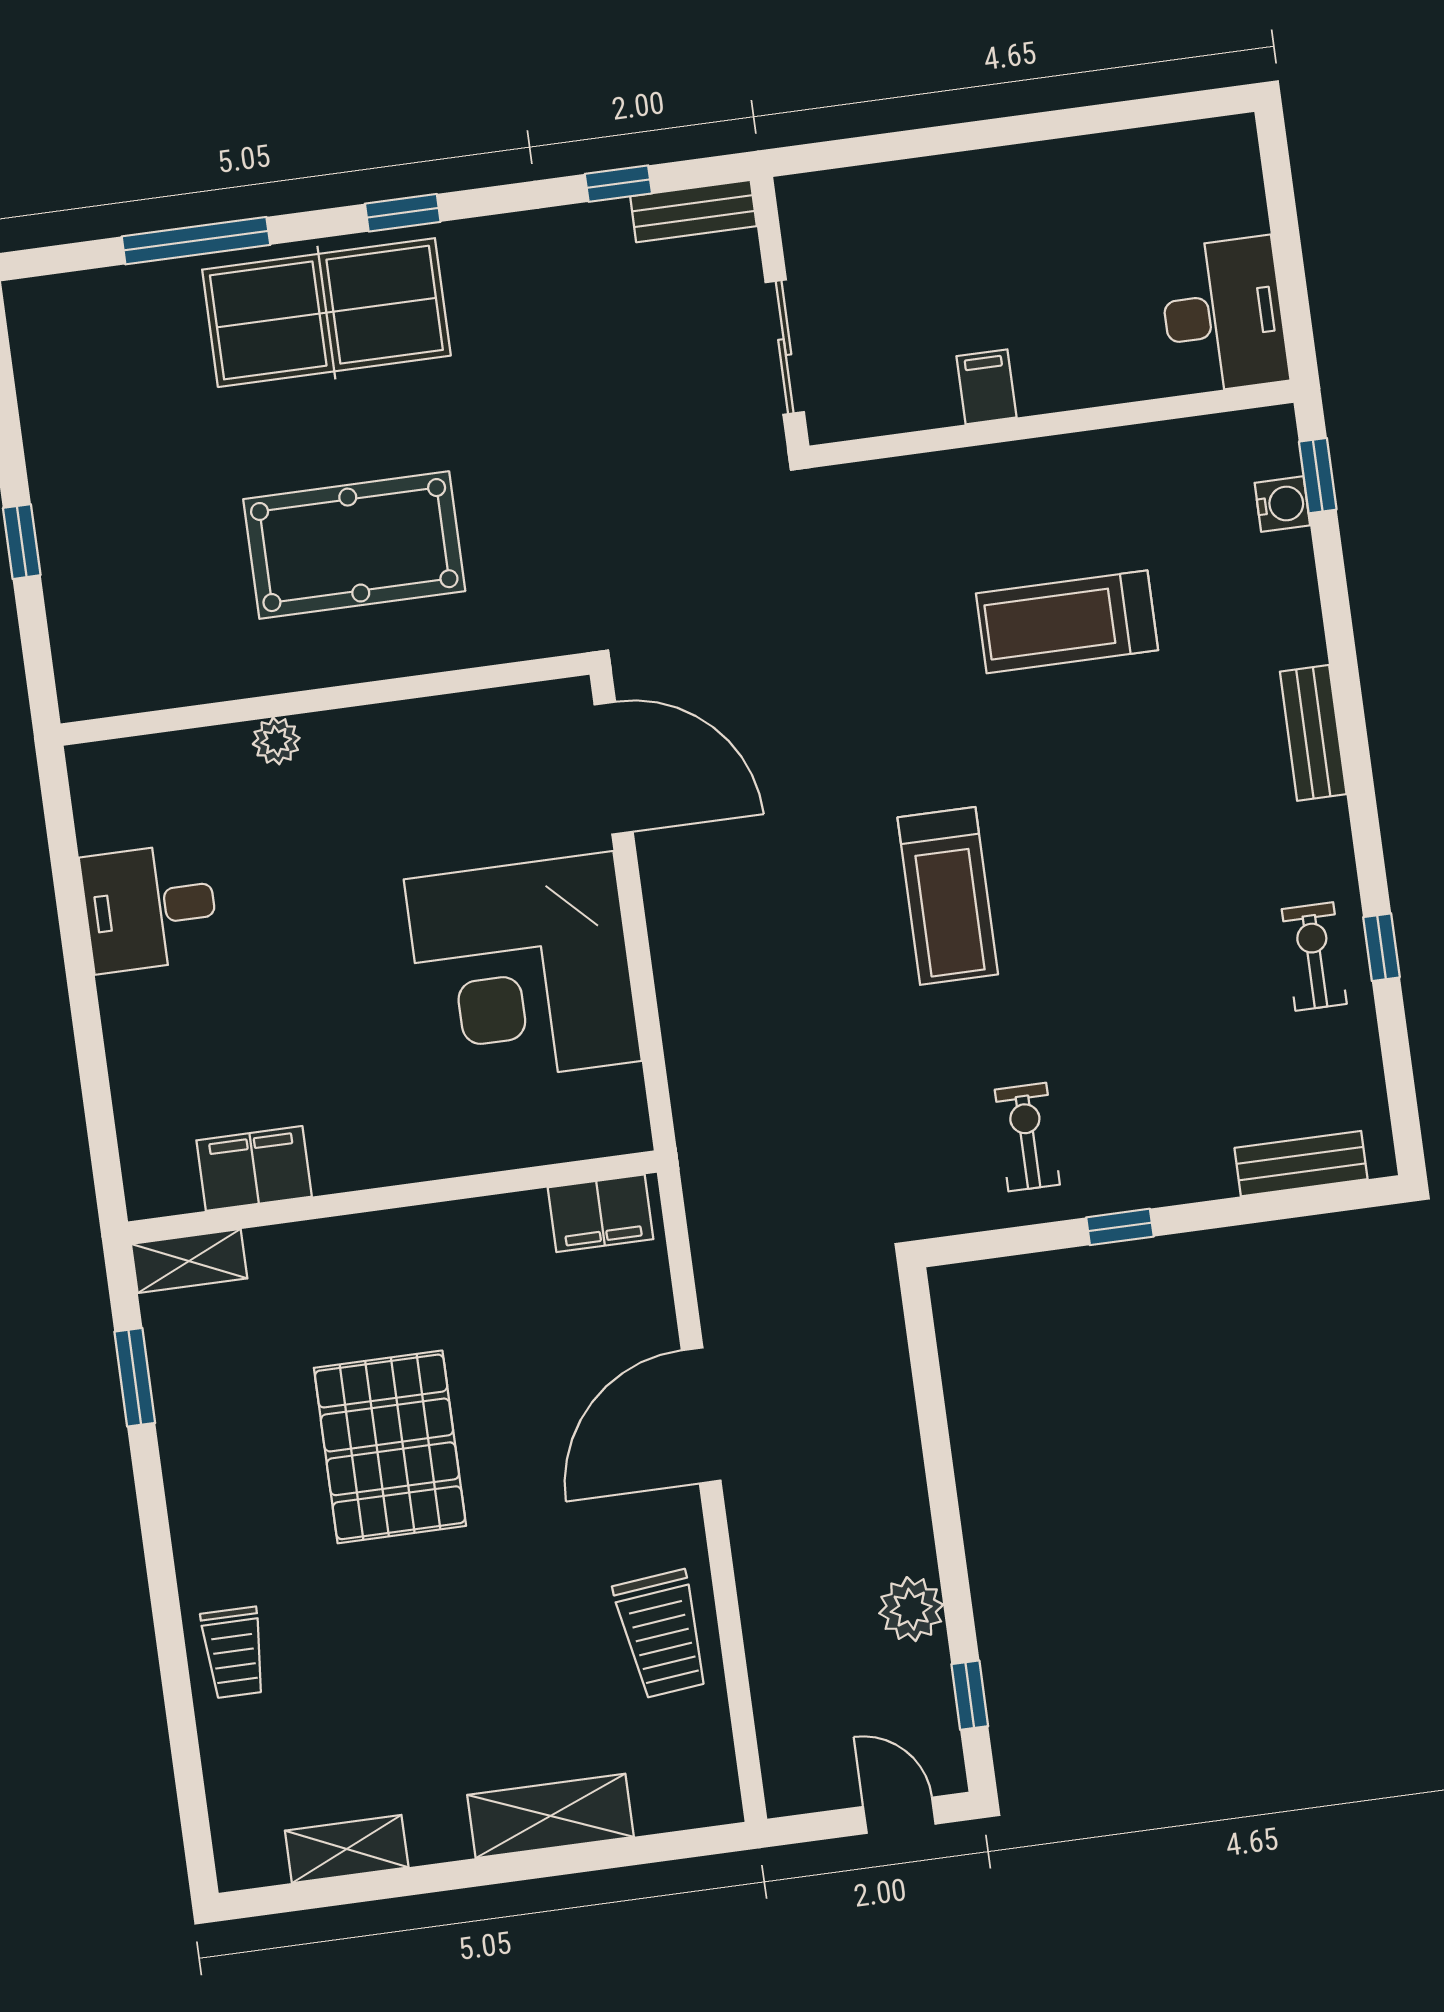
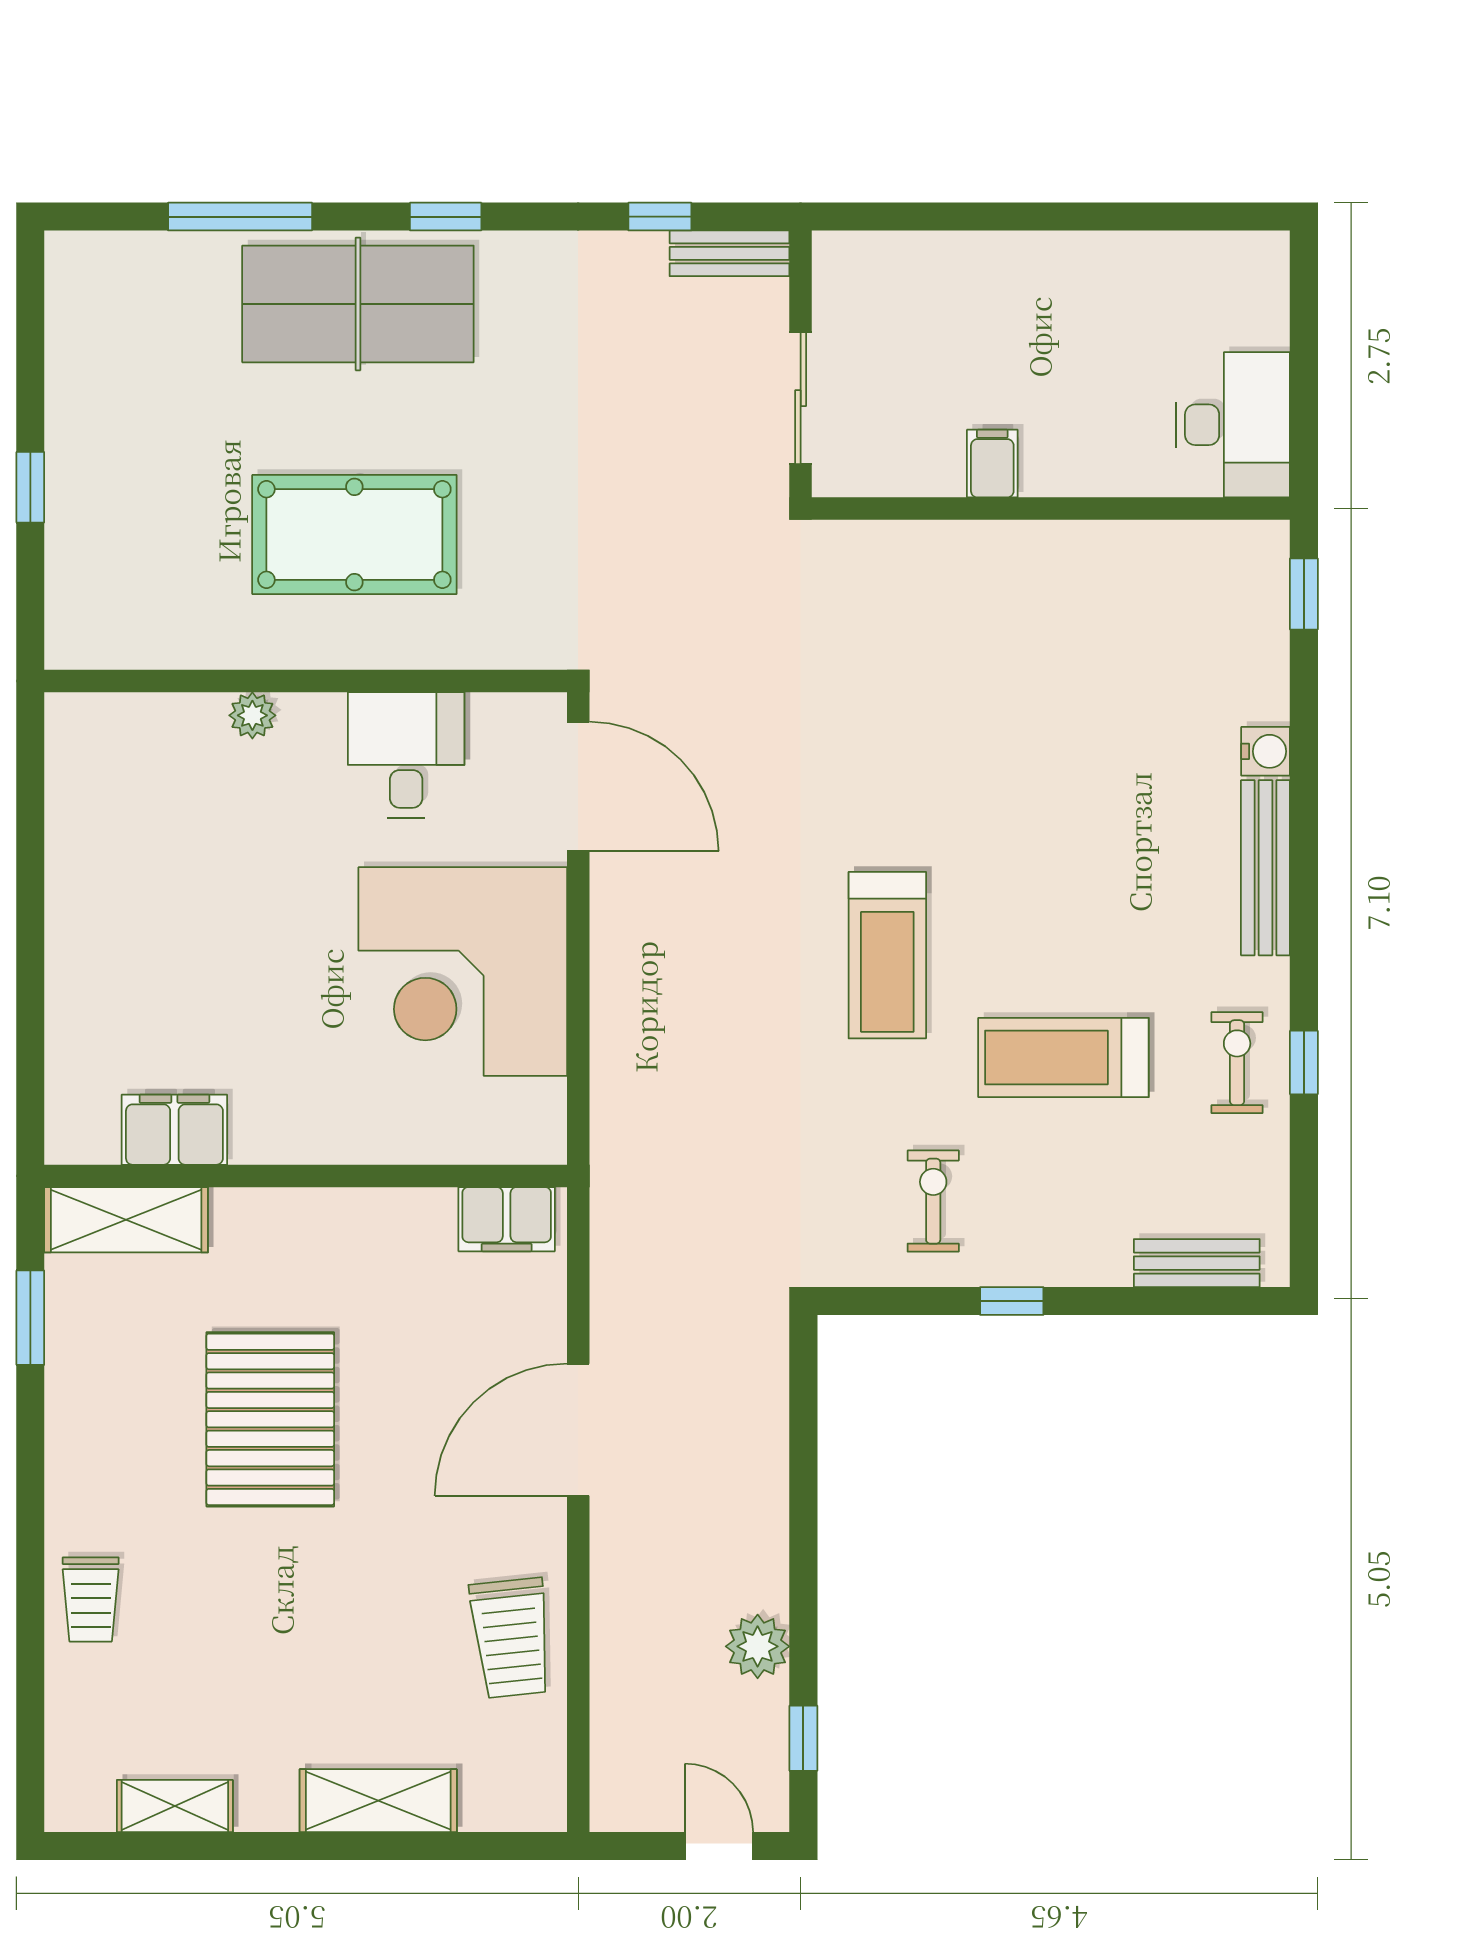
water cooler: (1282, 504) -> (1266, 751), moved
treadmill: (1067, 622) -> (1063, 1057), moved
bench: (1313, 733) -> (1265, 868), width x1.36
desk: (150, 908) -> (406, 755), moved, turned 90
shelving: (189, 1261) -> (126, 1220), width x1.50, depth x1.33

